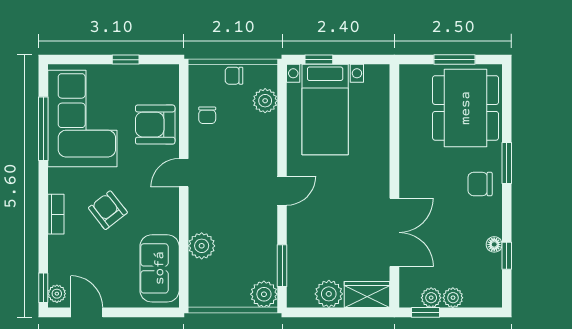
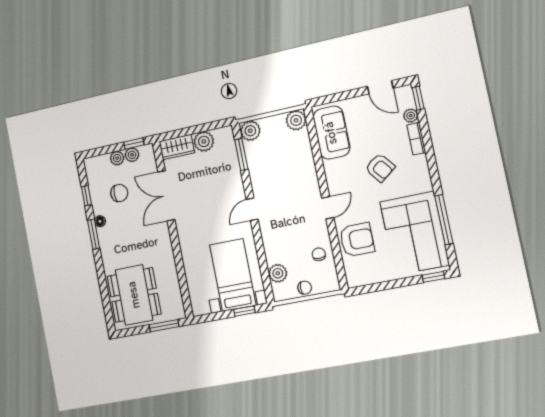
window: (126, 60) -> (433, 277), moved
window: (454, 60) -> (164, 326), moved
window: (507, 163) -> (94, 234), moved
chair: (480, 184) -> (119, 193), moved
bookcase: (56, 214) -> (416, 139), moved
floor lamp: (494, 244) -> (100, 221), moved
plant: (202, 246) -> (296, 120), moved
plant: (57, 294) -> (411, 116), moved

